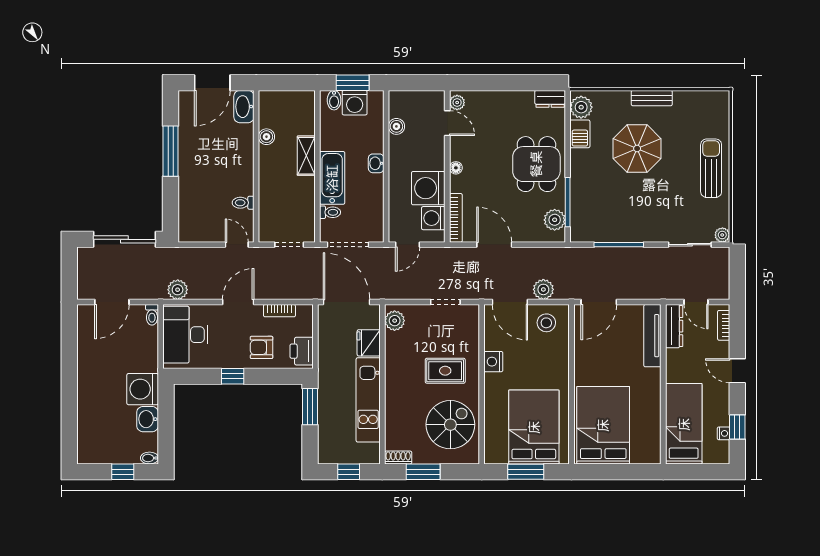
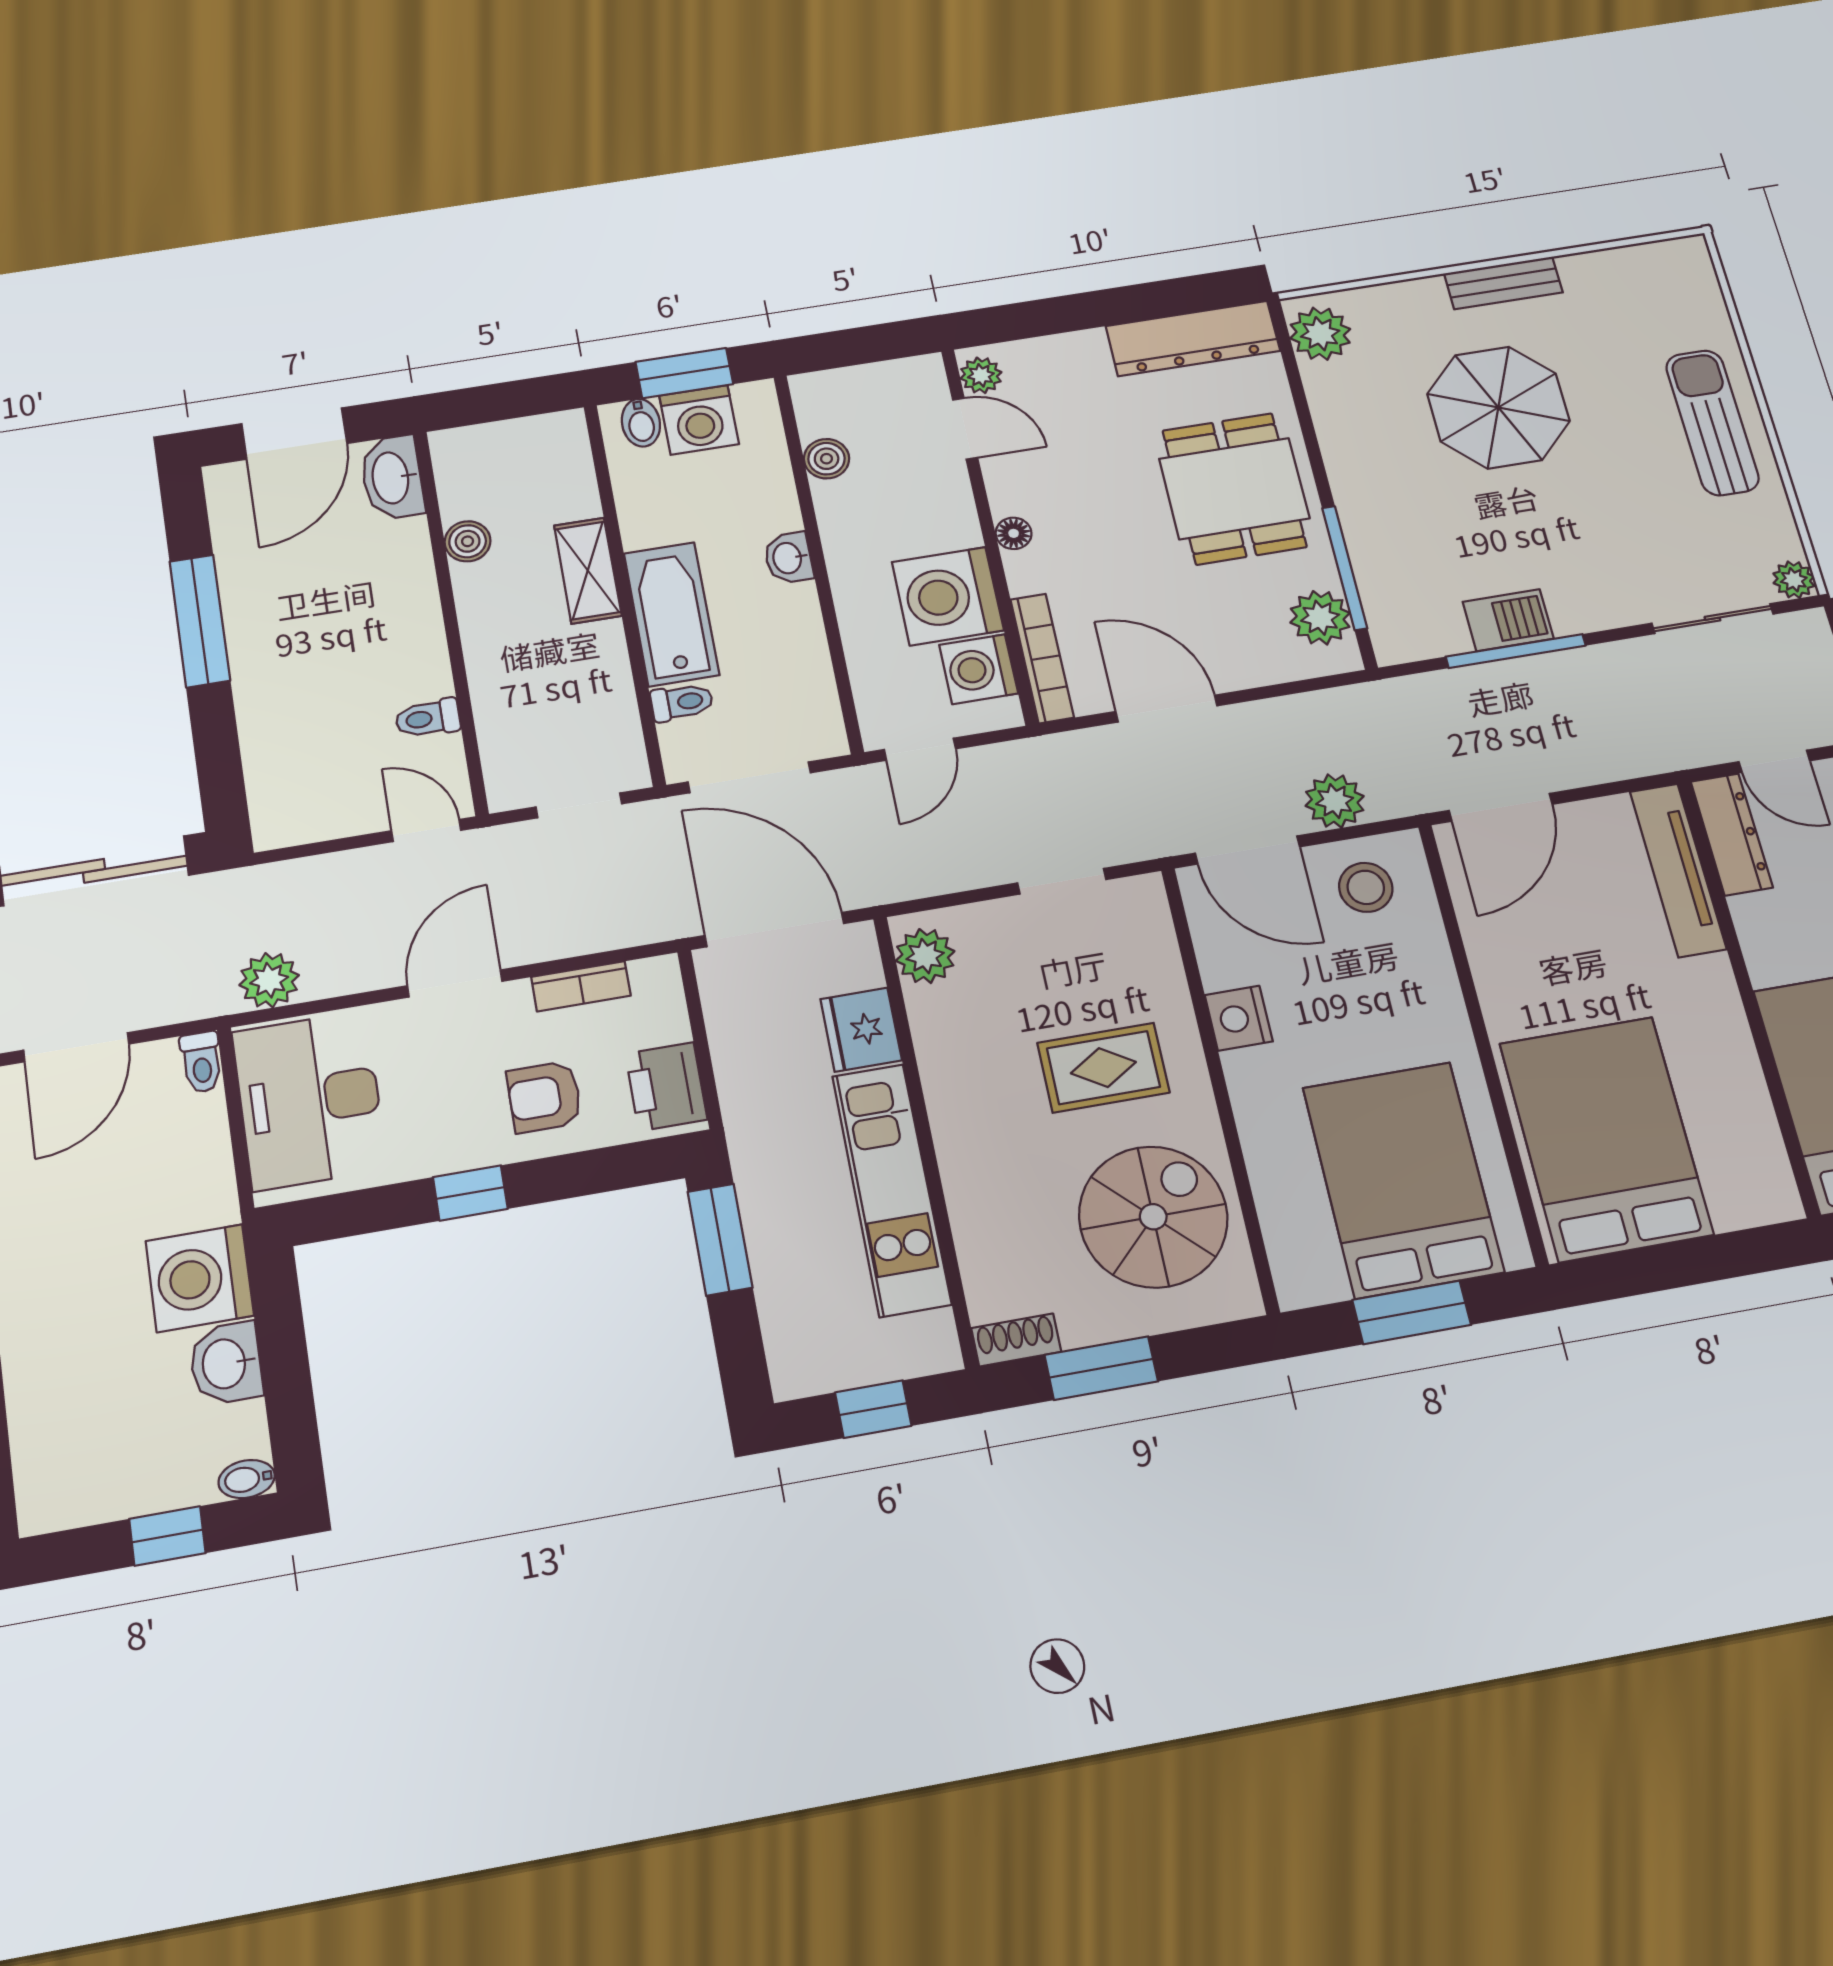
dresser: (550, 99) -> (1193, 339), width x1.96, depth x1.24
barbecue: (580, 134) -> (1508, 620), moved, turned -90

